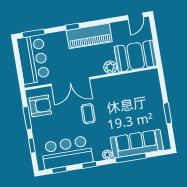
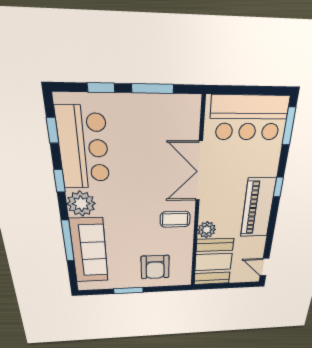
armchair: (40, 106) -> (155, 267), moved
coffee table: (88, 114) -> (175, 219), moved
plant: (107, 155) -> (81, 204), width x1.88, depth x1.88

